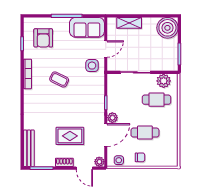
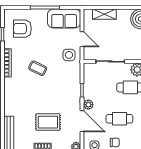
armchair: (43, 38) -> (22, 29), turned 90
door: (106, 49) -> (82, 39), hinge flipped
door: (106, 135) -> (82, 121), hinge flipped

